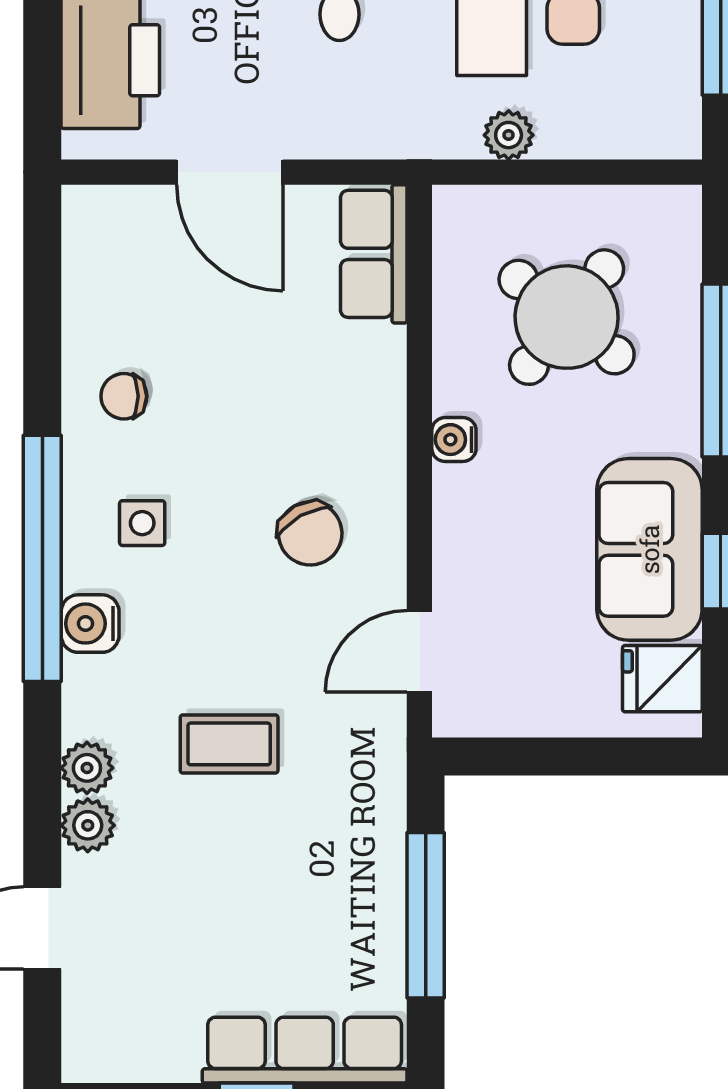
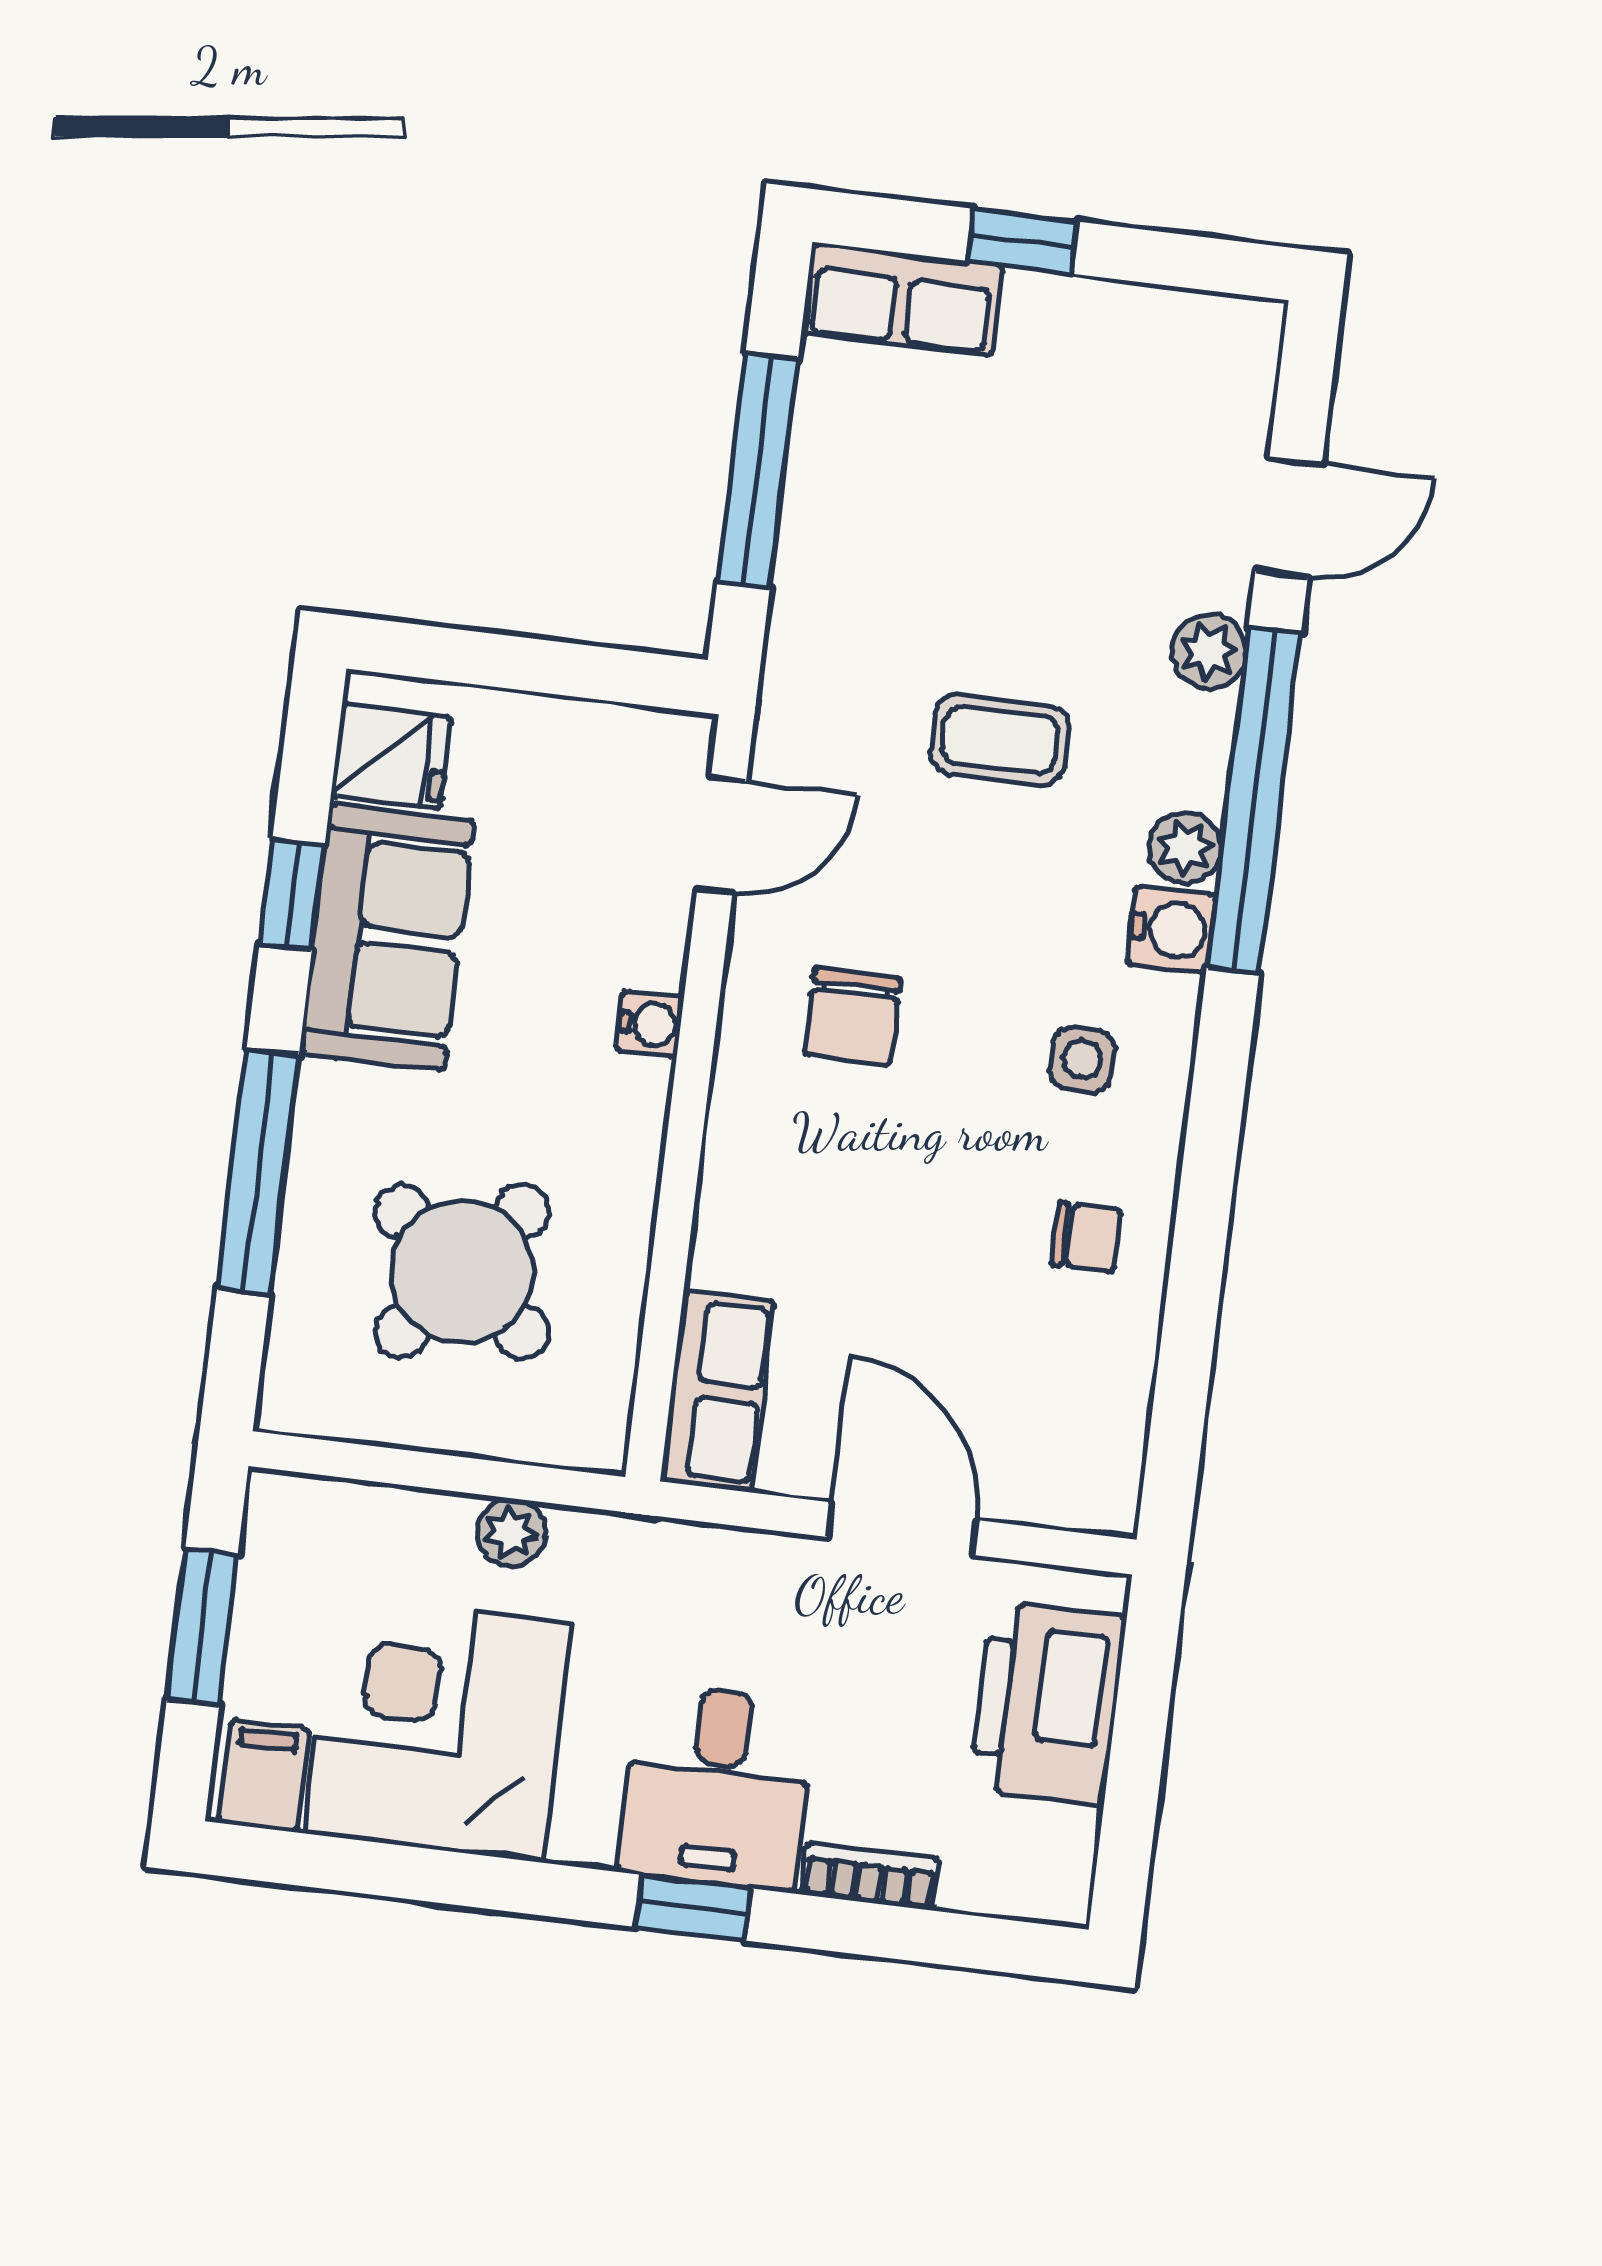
water cooler: (454, 440) -> (650, 1024), moved
chair: (310, 533) -> (852, 1017), turned -151
window: (42, 558) -> (1254, 800), moved
plant: (87, 768) -> (1186, 848), moved
row of seats: (305, 1050) -> (902, 299), width x0.68

